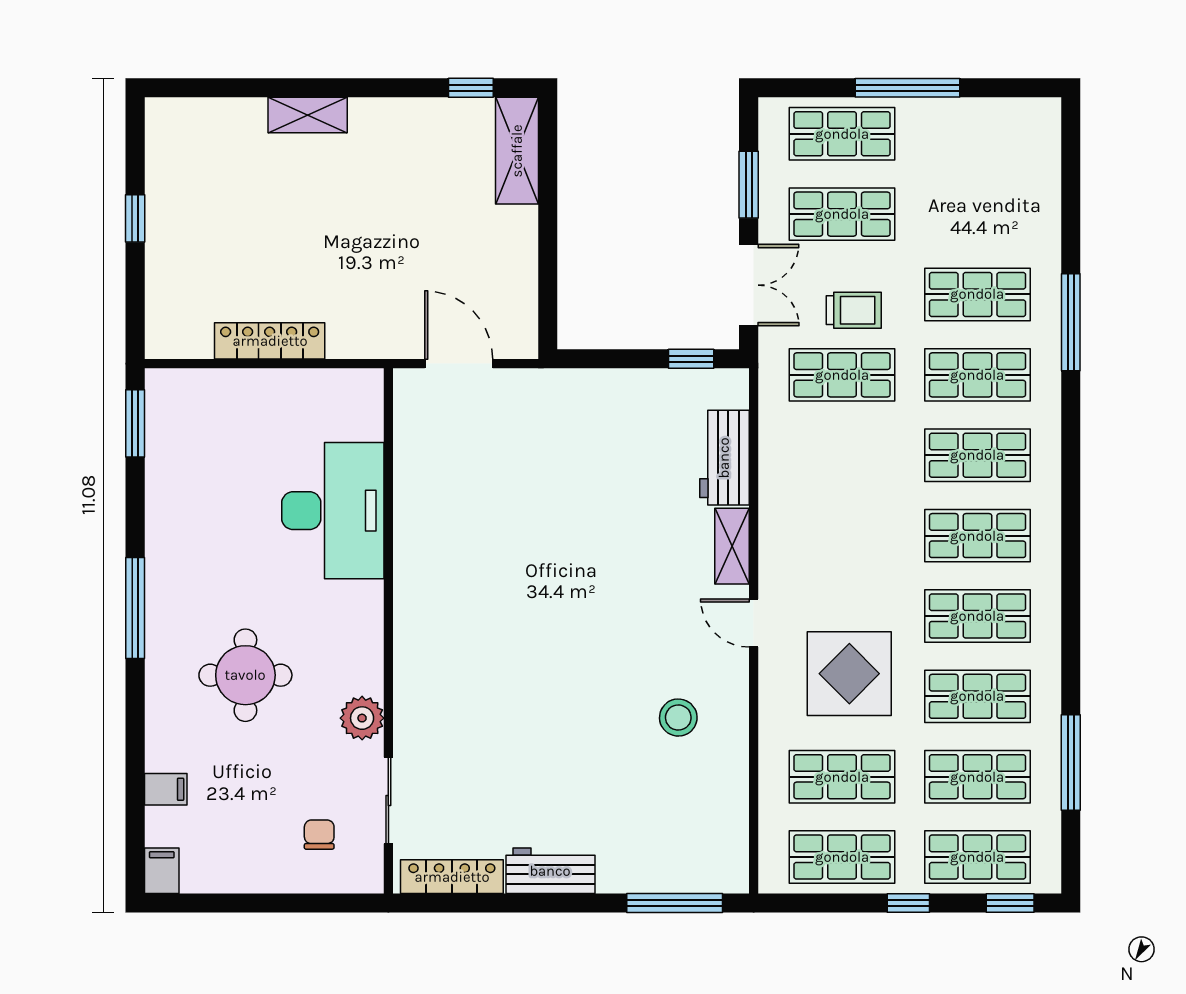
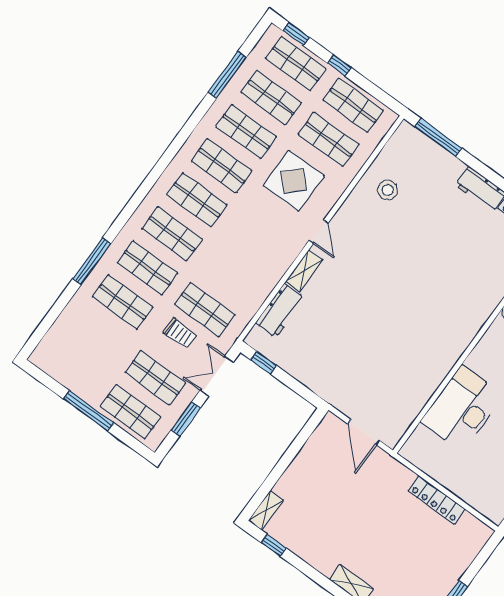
shelving: (517, 151) -> (266, 510), width x0.67, depth x0.75
trolley: (854, 310) -> (180, 333), turned 180
stool: (678, 718) -> (388, 190), moved

